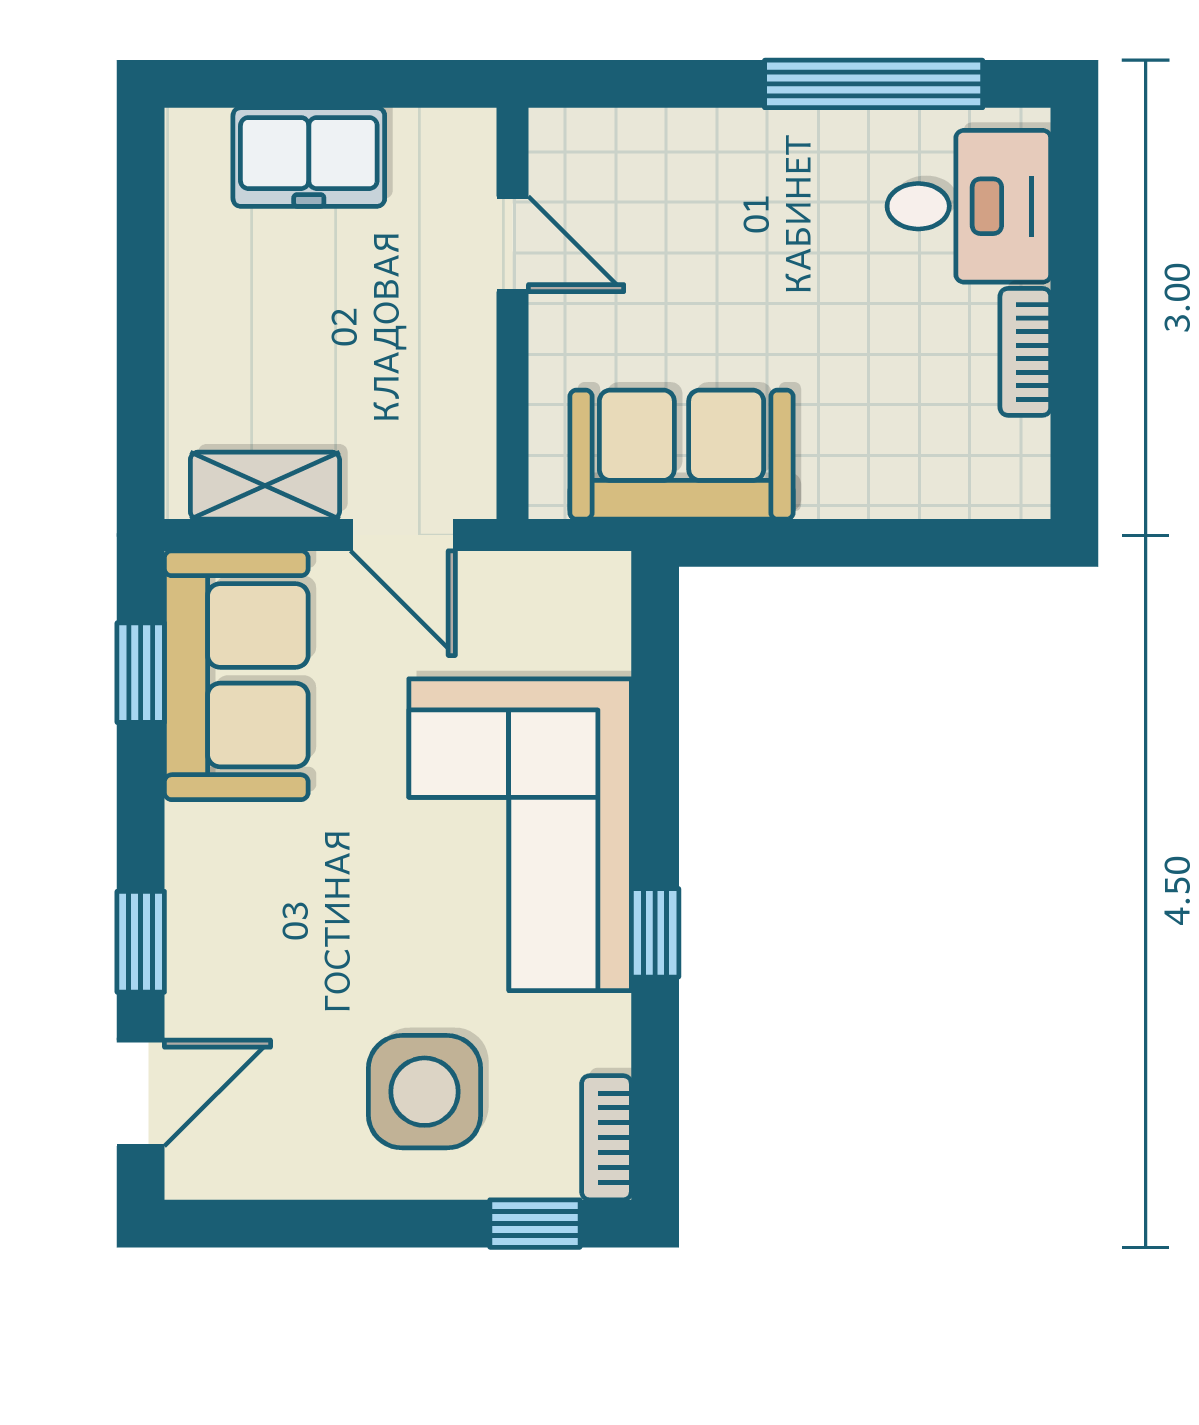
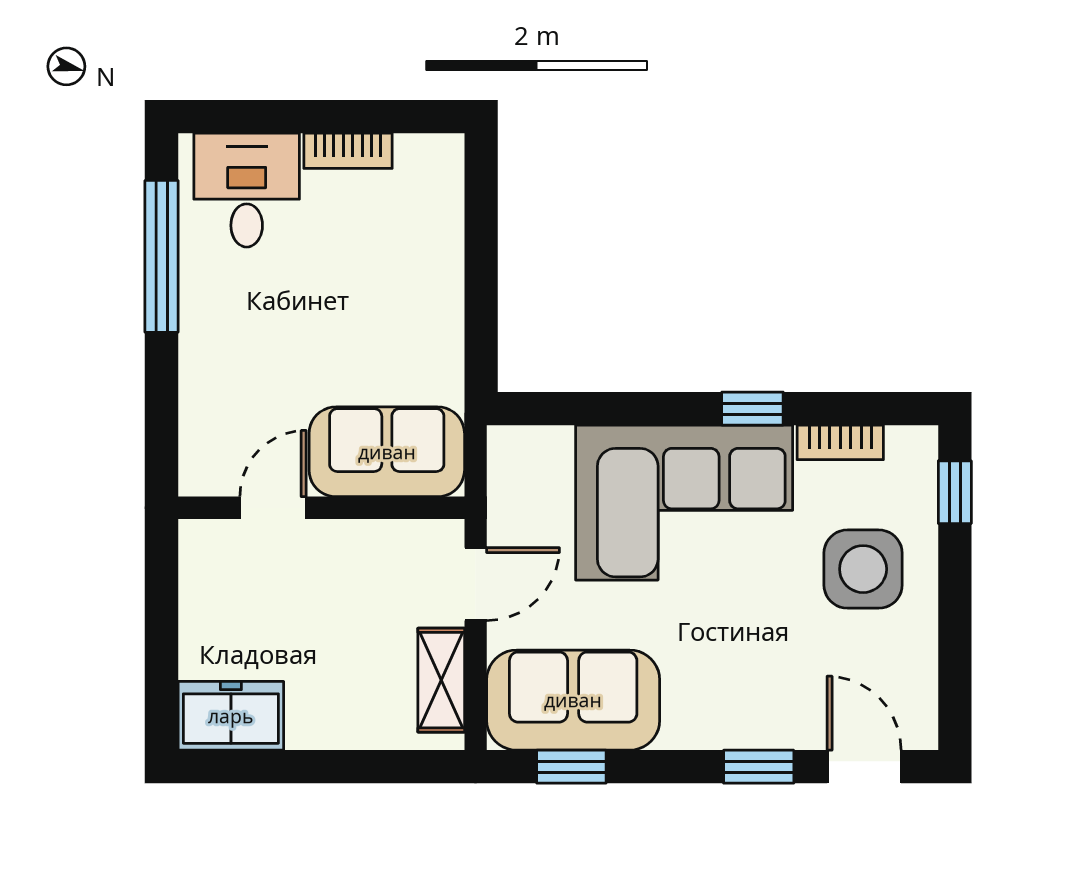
freezer: (309, 157) -> (231, 716), moved, turned -90
sofa: (681, 455) -> (387, 452), moved, turned 90
bookcase: (606, 1138) -> (840, 442), moved

